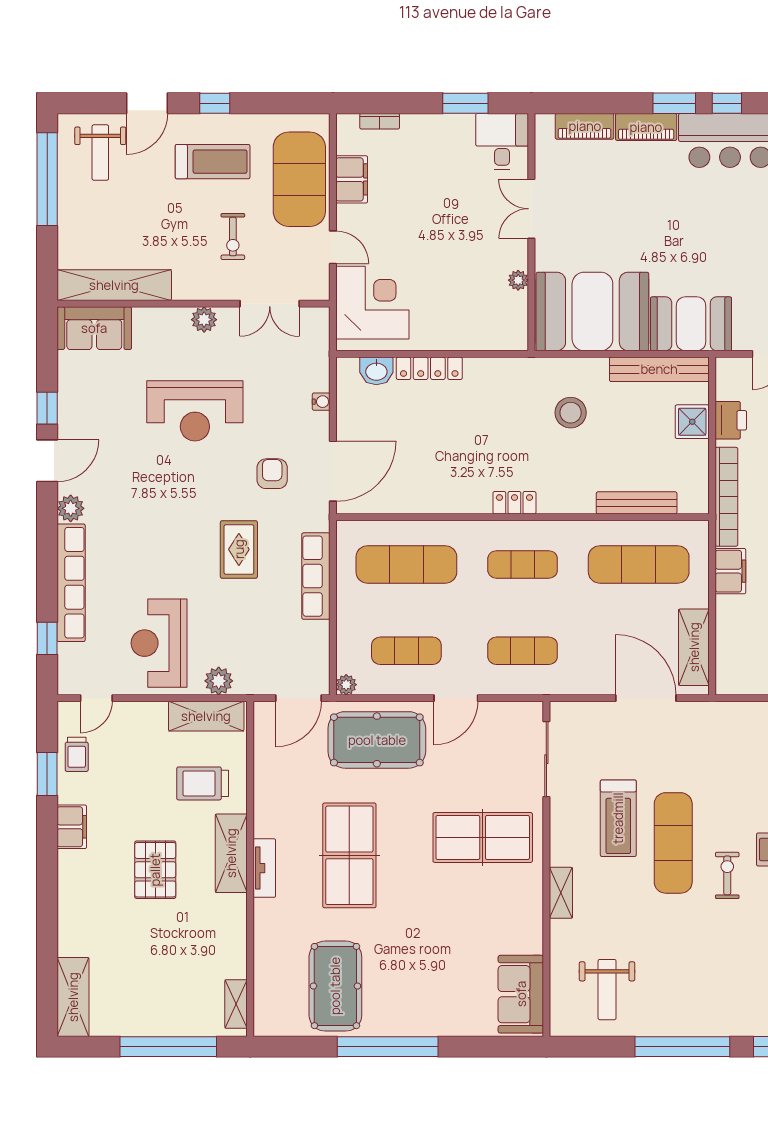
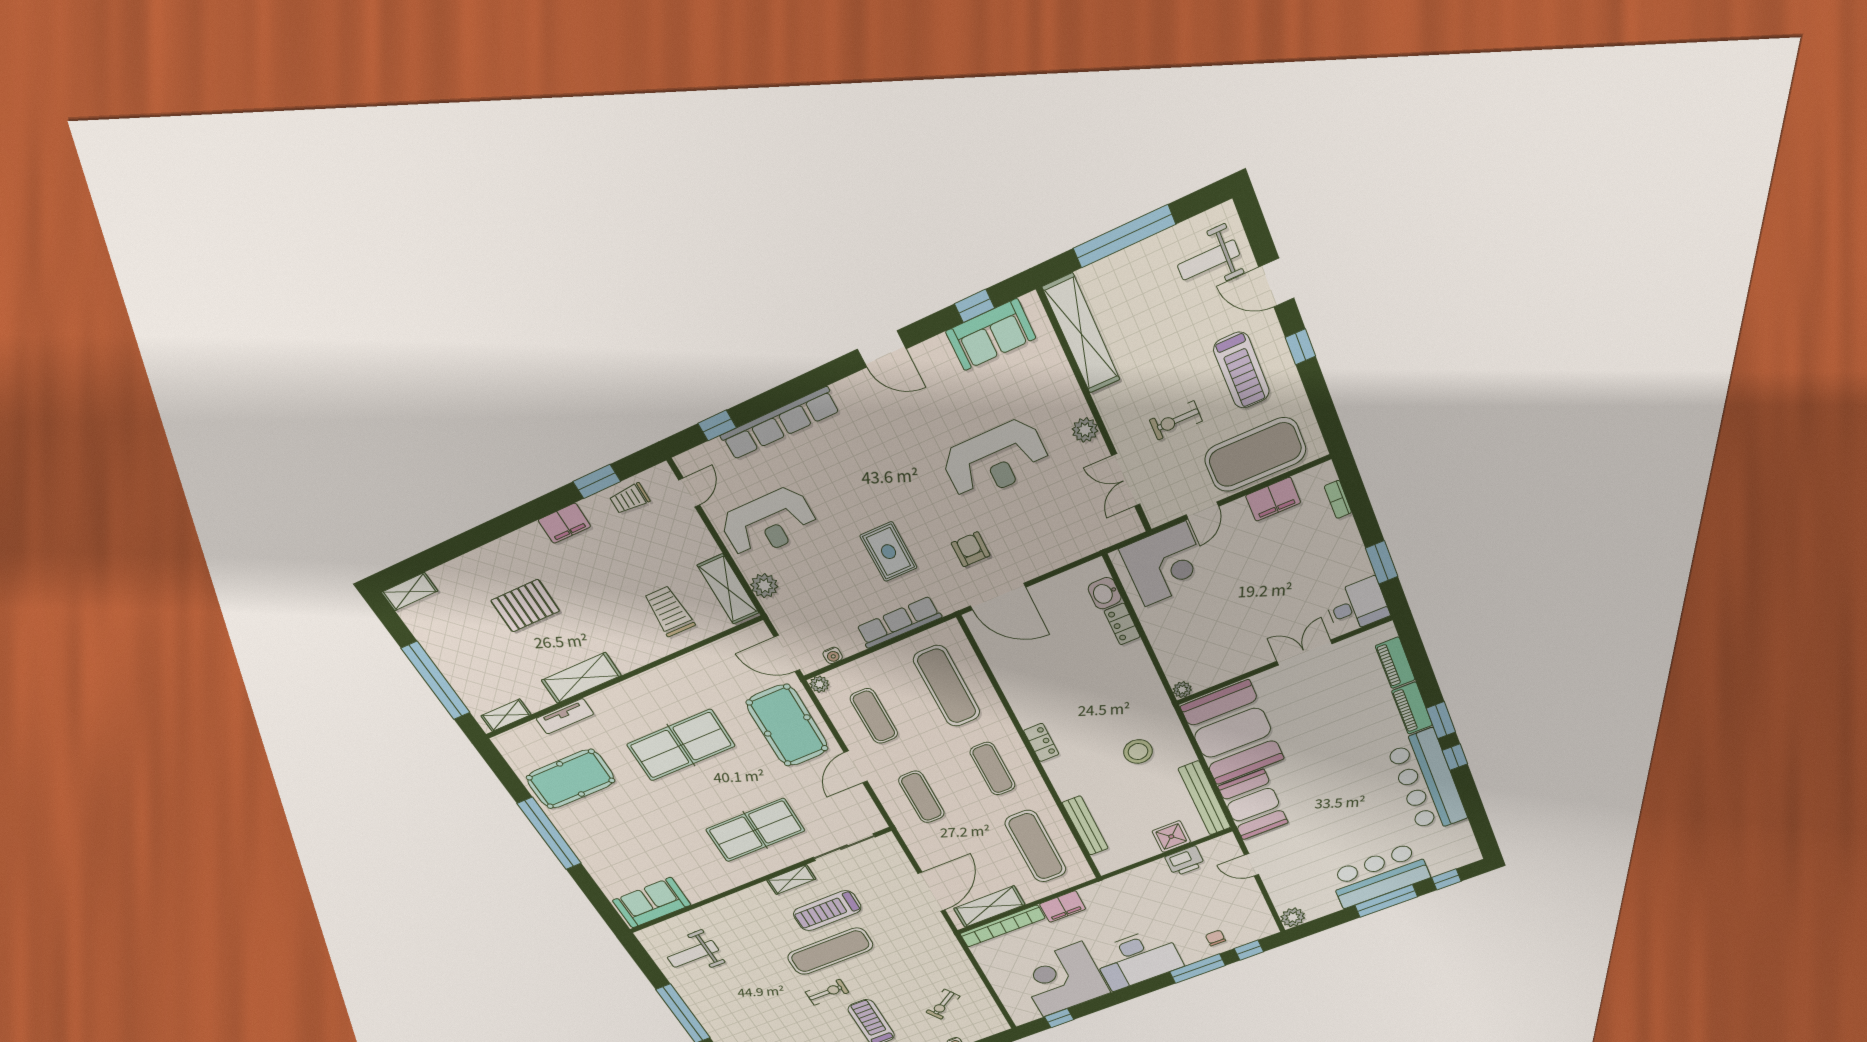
window: (47, 179) -> (1124, 236), moved
plant: (518, 280) -> (1182, 690), moved
sofa: (94, 328) -> (991, 335), moved, turned -90
locker: (429, 368) -> (1122, 624), width x0.66
water cooler: (321, 402) -> (833, 655), moved
window: (47, 408) -> (975, 306), moved
reception desk: (195, 411) -> (995, 460), turned -90
armchair: (272, 474) -> (971, 549), turned -90
bookcase: (726, 497) -> (1002, 926), moved
plant: (71, 508) -> (848, 391), removed
rug: (239, 549) -> (889, 552), turned 90
reception desk: (159, 643) -> (769, 523), turned 180
door: (96, 698) -> (689, 492), swing flipped
door: (456, 698) -> (856, 767), hinge flipped
table tennis table: (483, 837) -> (755, 830), turned 90
shelving: (231, 853) -> (581, 678), moved
tv unit: (264, 868) -> (565, 716), moved
pallet: (155, 870) -> (525, 606), moved
shelving: (561, 893) -> (791, 880), moved
shelving: (73, 997) -> (409, 592), width x0.67, depth x0.75

